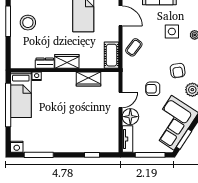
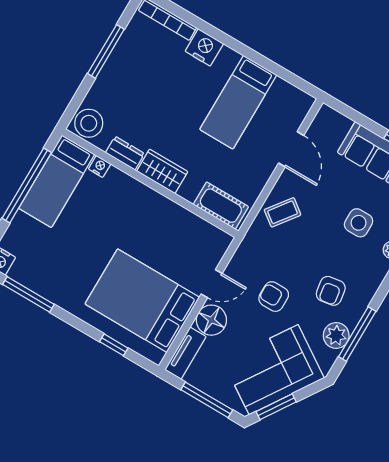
stool: (28, 23) -> (89, 123), moved
cot: (112, 55) -> (221, 206), moved, turned 90
wardrobe: (89, 79) -> (180, 220), removed
bed: (93, 127) -> (142, 301), added

